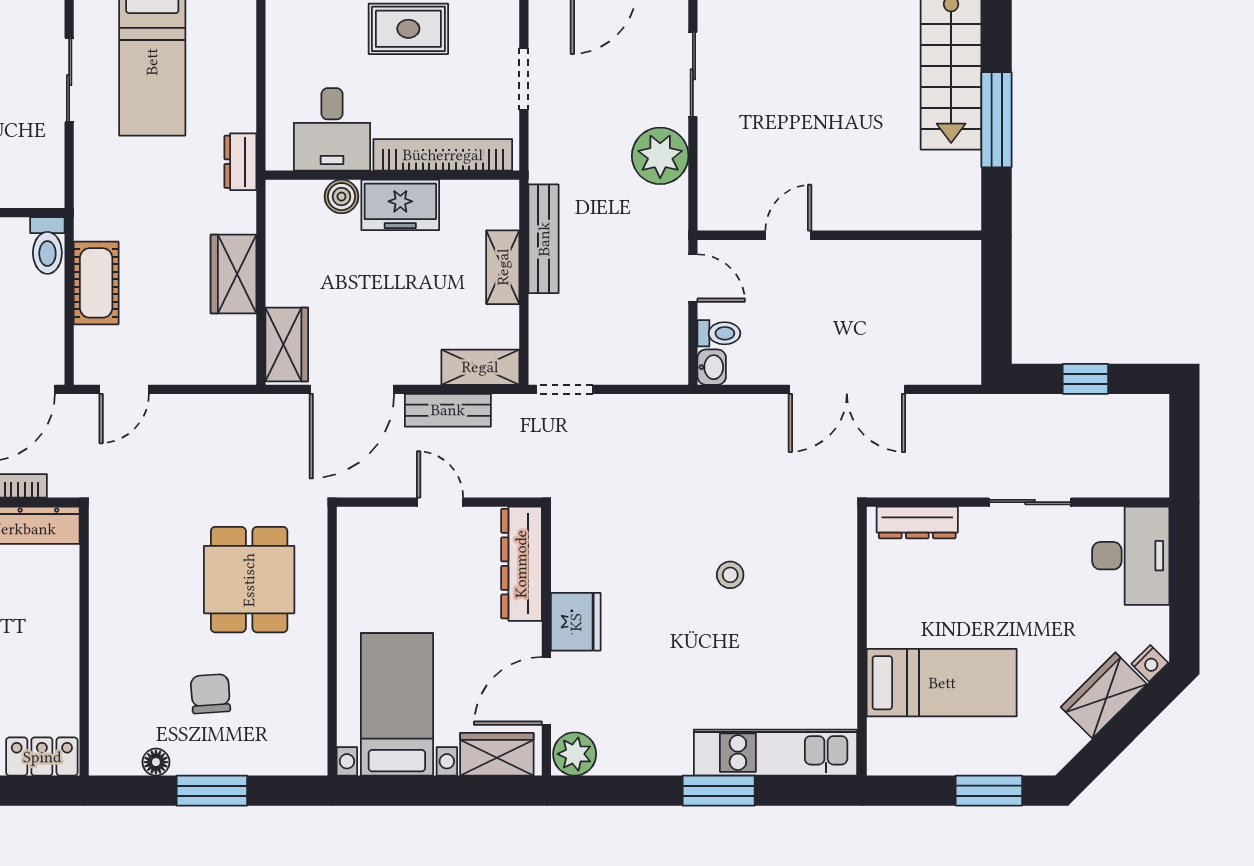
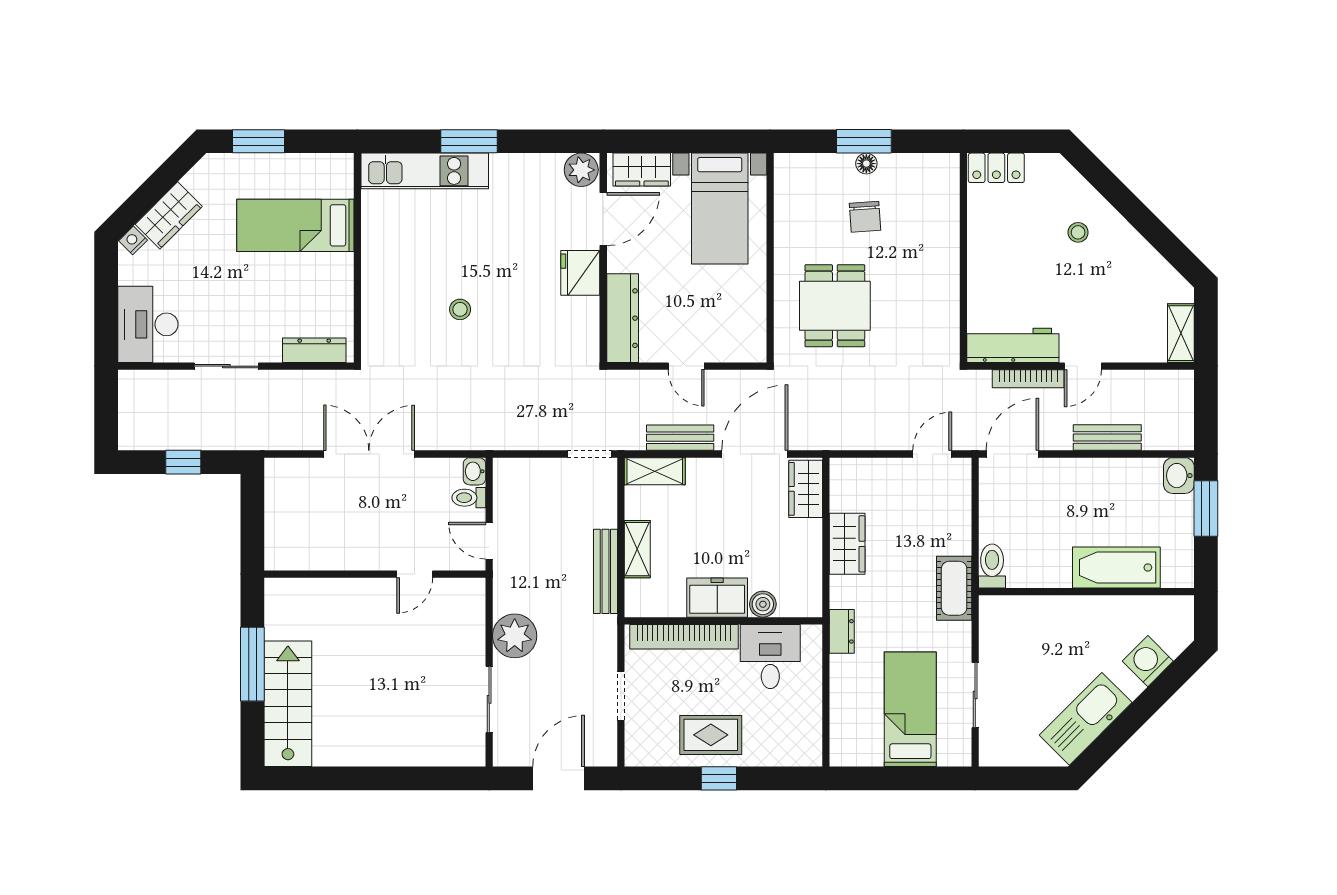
cot: (96, 283) -> (954, 588), moved
floor lamp: (156, 762) -> (866, 164), moved

